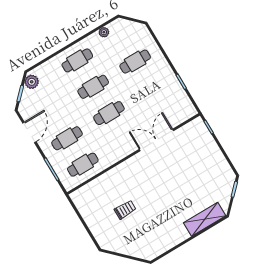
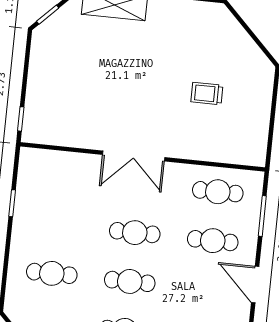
door: (29, 132) -> (255, 284), hinge flipped
double door: (156, 140) -> (134, 156), moved

